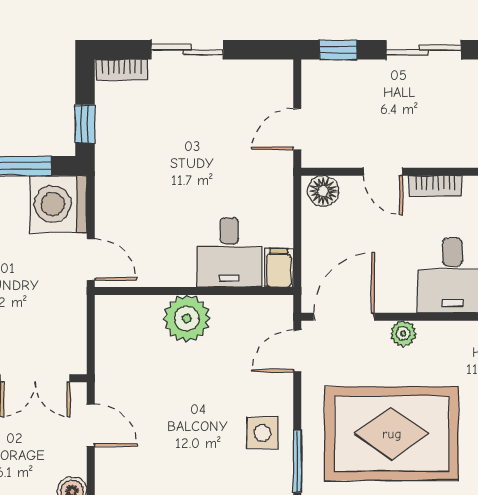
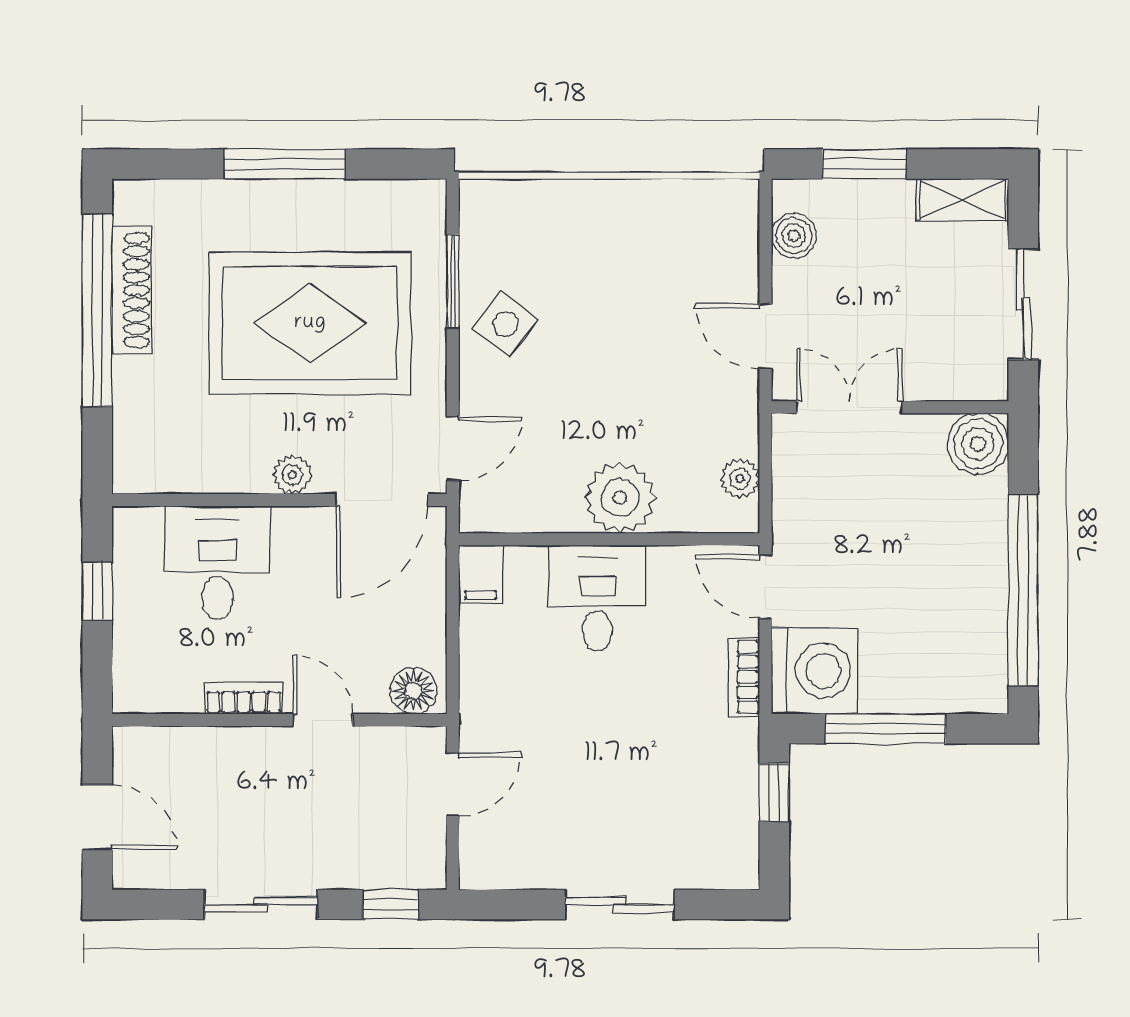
bookcase: (122, 70) -> (744, 677), moved, turned -90
desk: (229, 252) -> (597, 598), moved
plant: (108, 331) -> (740, 479), added
side table: (262, 433) -> (505, 324), turned 38

